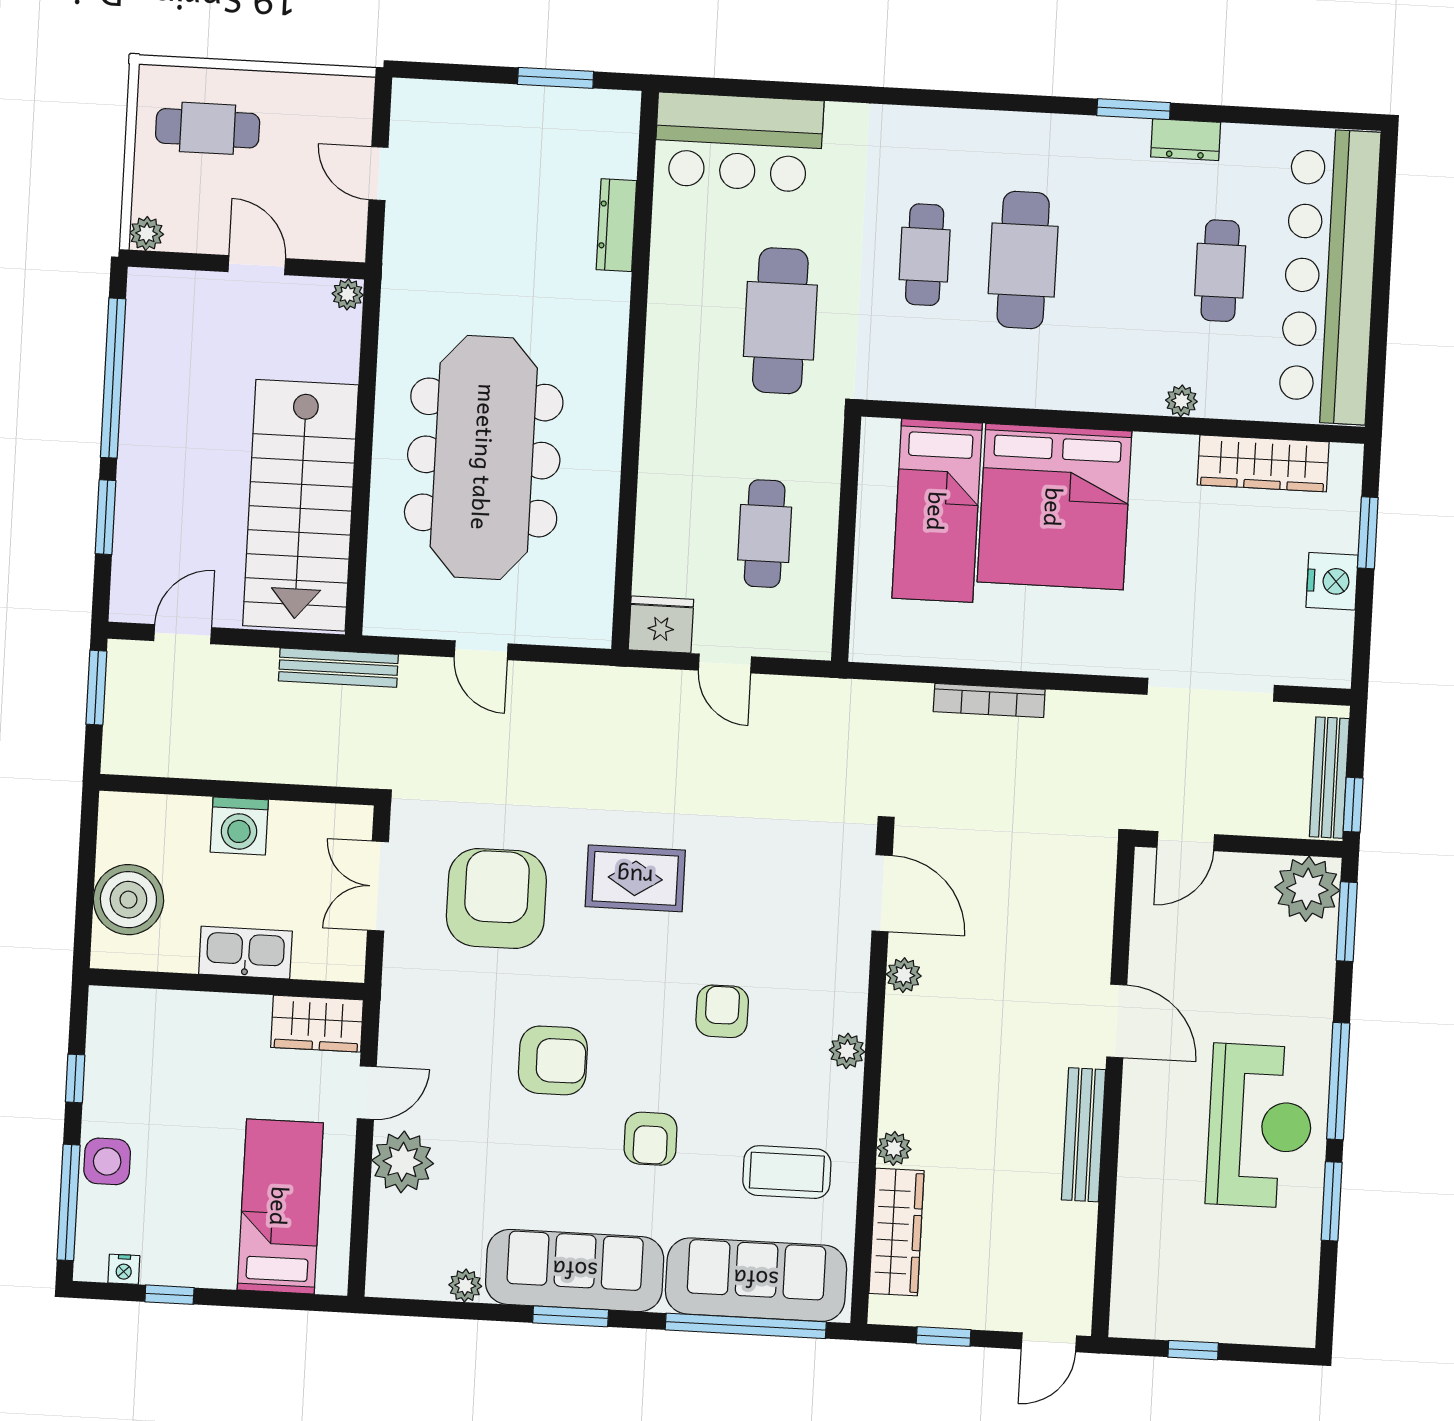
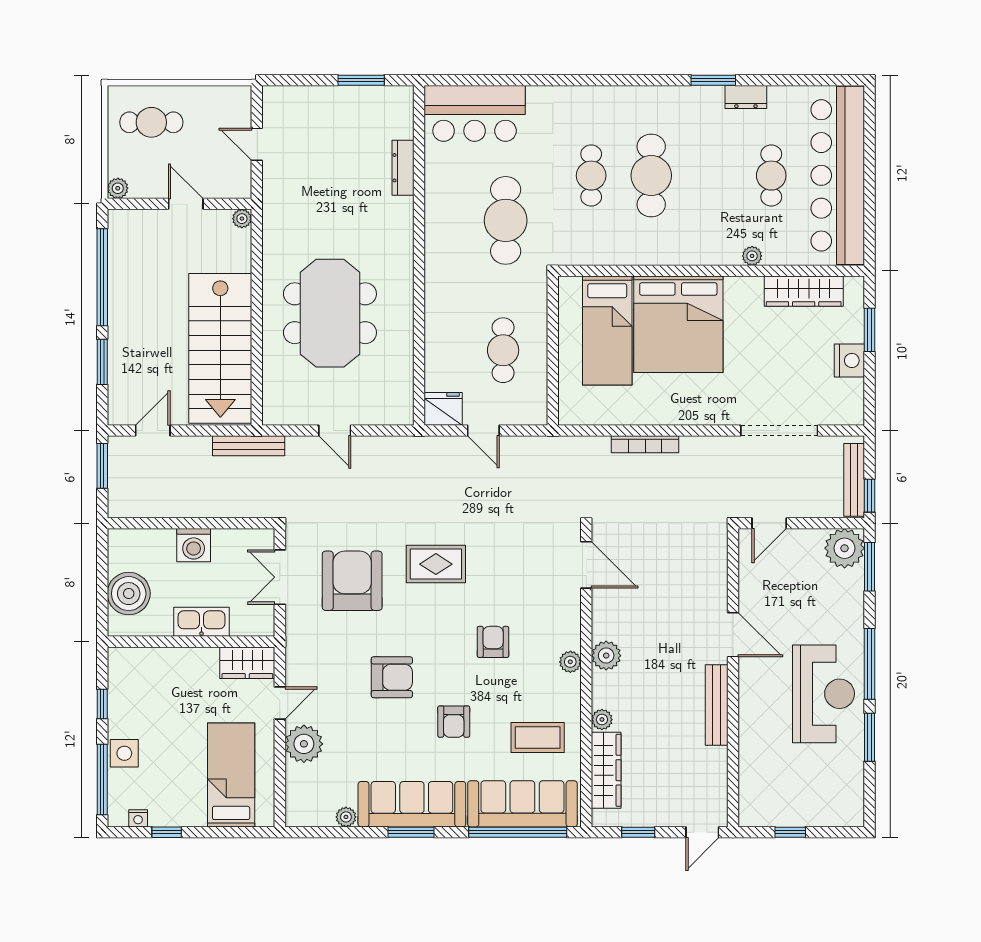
meeting table: (484, 457) -> (330, 313), width x0.73
plant: (904, 975) -> (606, 656), moved, width x1.38, depth x1.38

